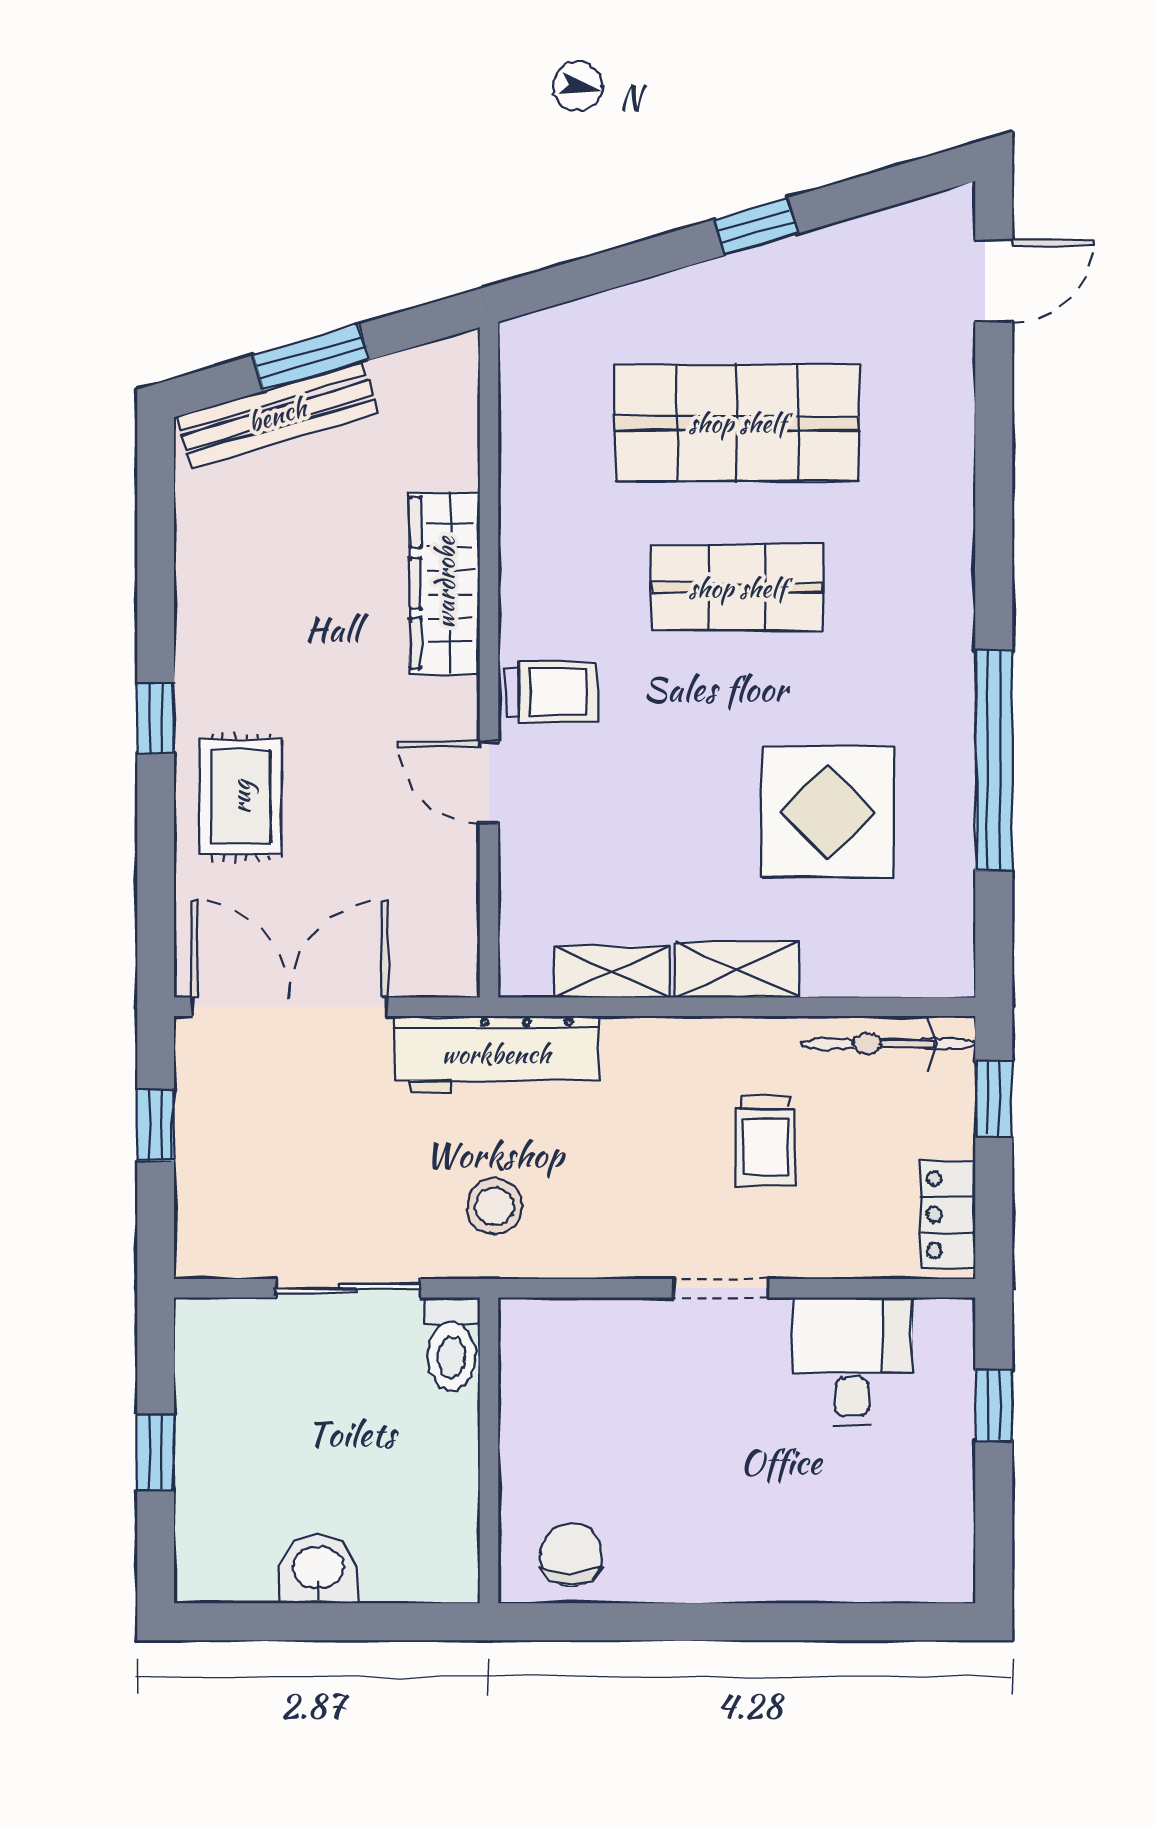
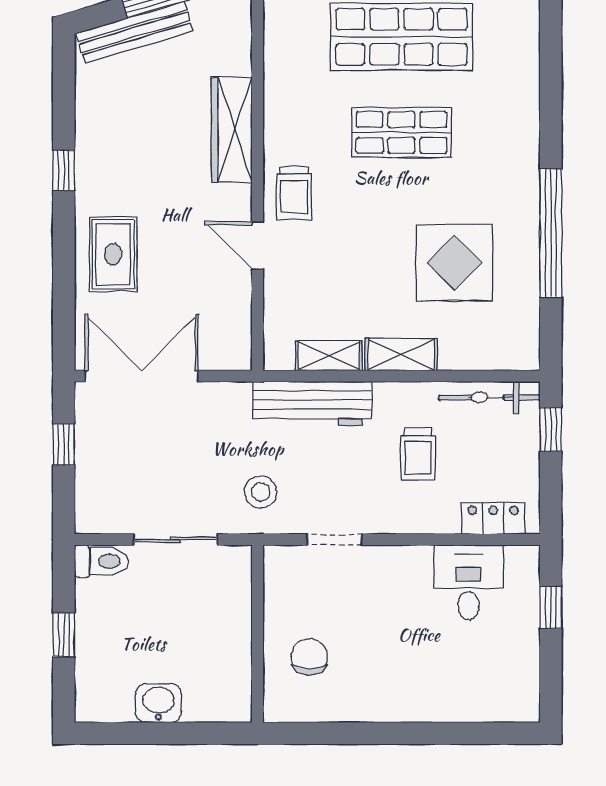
trolley: (552, 692) -> (294, 193), turned 90
window: (156, 718) -> (64, 170), moved
workbench: (496, 1054) -> (312, 404), moved
locker: (948, 1215) -> (493, 518), moved, turned 90
doorway: (721, 1288) -> (335, 540), moved
toilet: (452, 1344) -> (102, 561), moved, turned -90
chair: (571, 1555) -> (309, 657), moved

